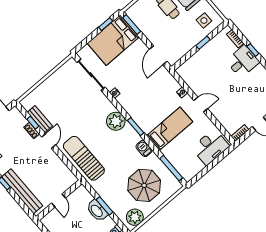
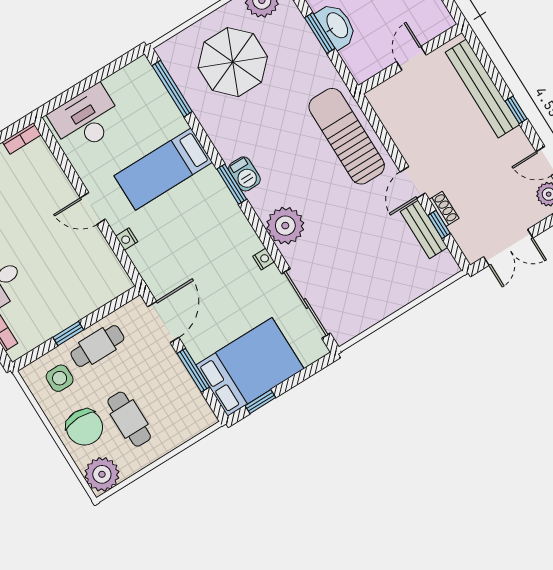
window: (132, 24) -> (193, 370), moved
cafe table: (188, 39) -> (97, 346), added
plant: (116, 121) -> (285, 226), moved
barbecue: (144, 148) -> (244, 174), moved
sun lounger: (84, 158) -> (347, 136), turned 180

